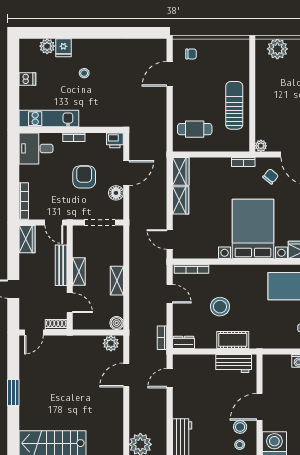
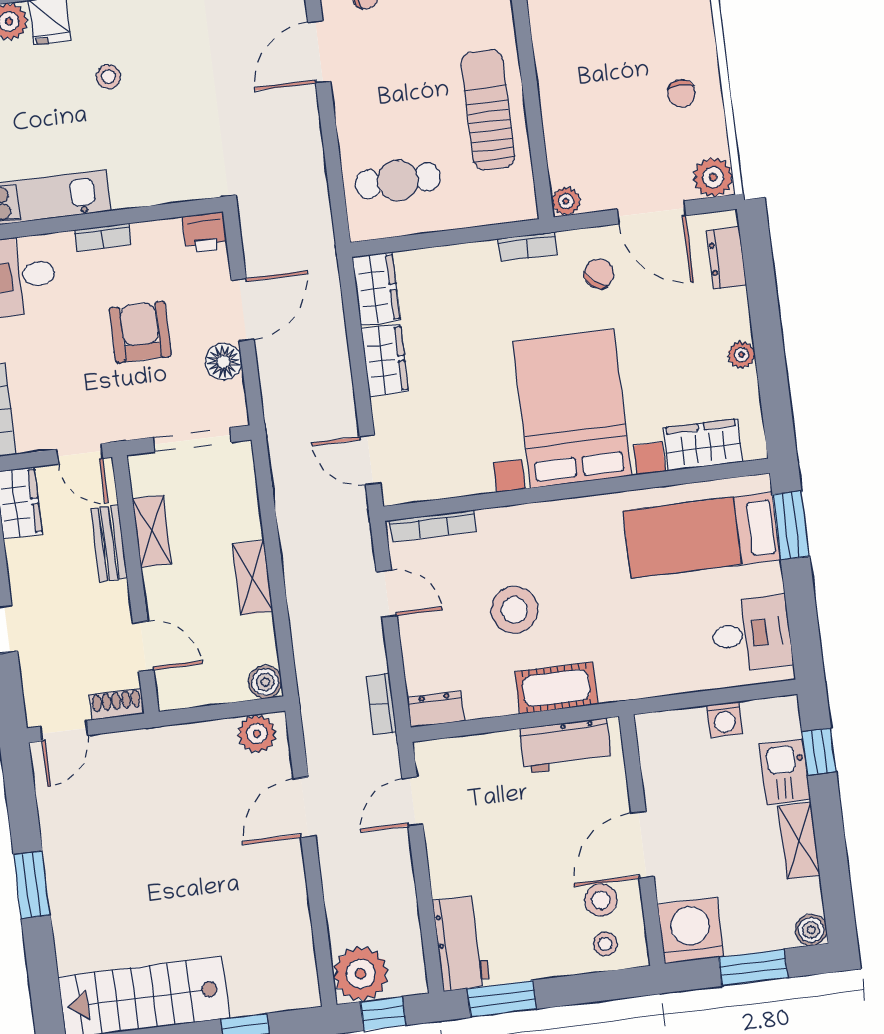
bench: (61, 265) -> (109, 543), width x0.73
shelving: (79, 272) -> (152, 531), moved

